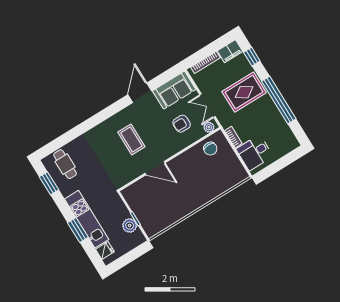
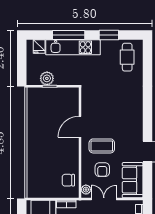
armchair: (182, 124) -> (102, 170), turned 180
coffee table: (131, 139) -> (102, 146), moved
cafe table: (65, 164) -> (127, 57), turned 90
window: (49, 183) -> (109, 35), moved
window: (78, 230) -> (69, 35), width x1.44

